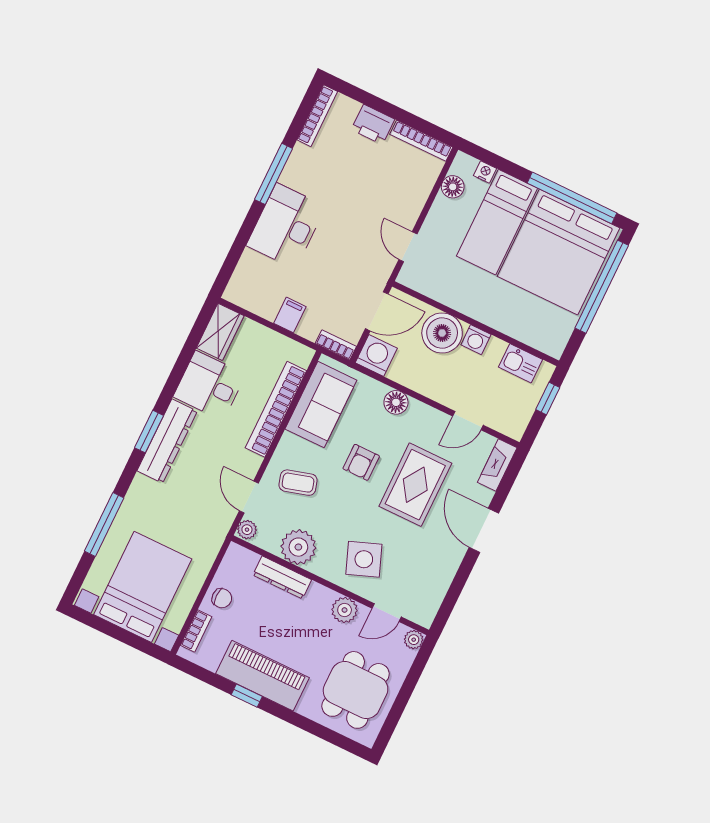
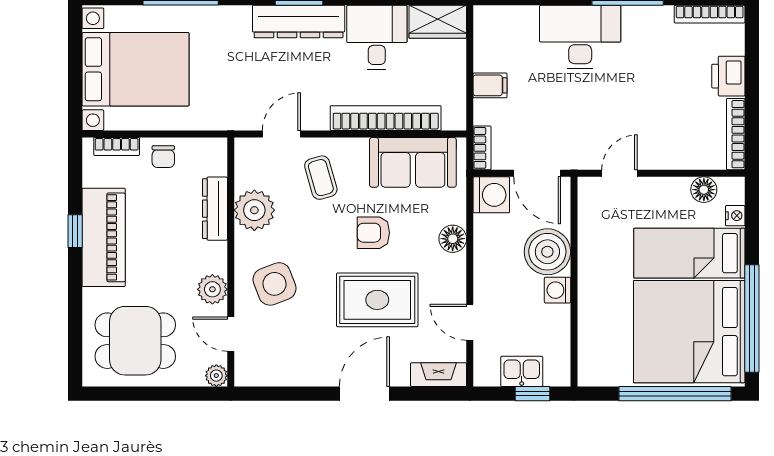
kitchen sink: (520, 363) -> (522, 371), moved, turned 90
plant: (247, 530) -> (247, 148), removed

